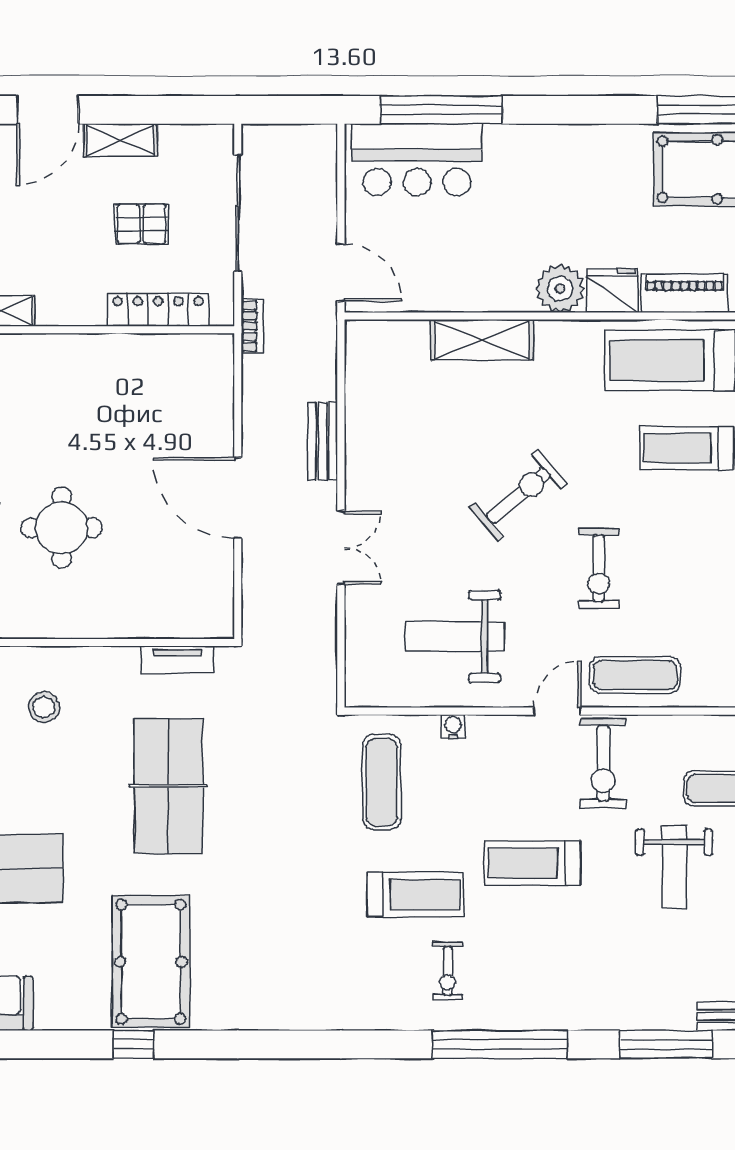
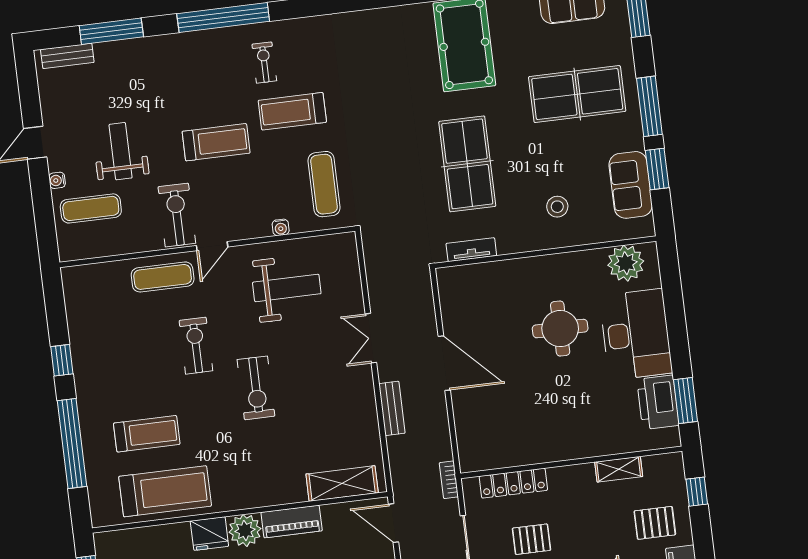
piano: (684, 293) -> (292, 522), moved
shelving: (482, 340) -> (342, 483), moved
exercise bike: (518, 496) -> (256, 388), turned -50

